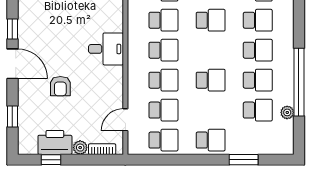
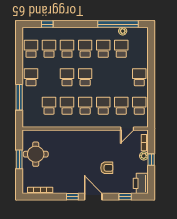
desk: (106, 49) -> (84, 140), removed
door: (12, 64) -> (93, 197), hinge flipped
school desk: (211, 80) -> (85, 77), moved
window: (299, 82) -> (118, 24), moved
door: (125, 120) -> (127, 129), hinge flipped
printer: (55, 142) -> (141, 183), moved
window: (51, 160) -> (151, 160), moved
window: (244, 160) -> (151, 57), removed

